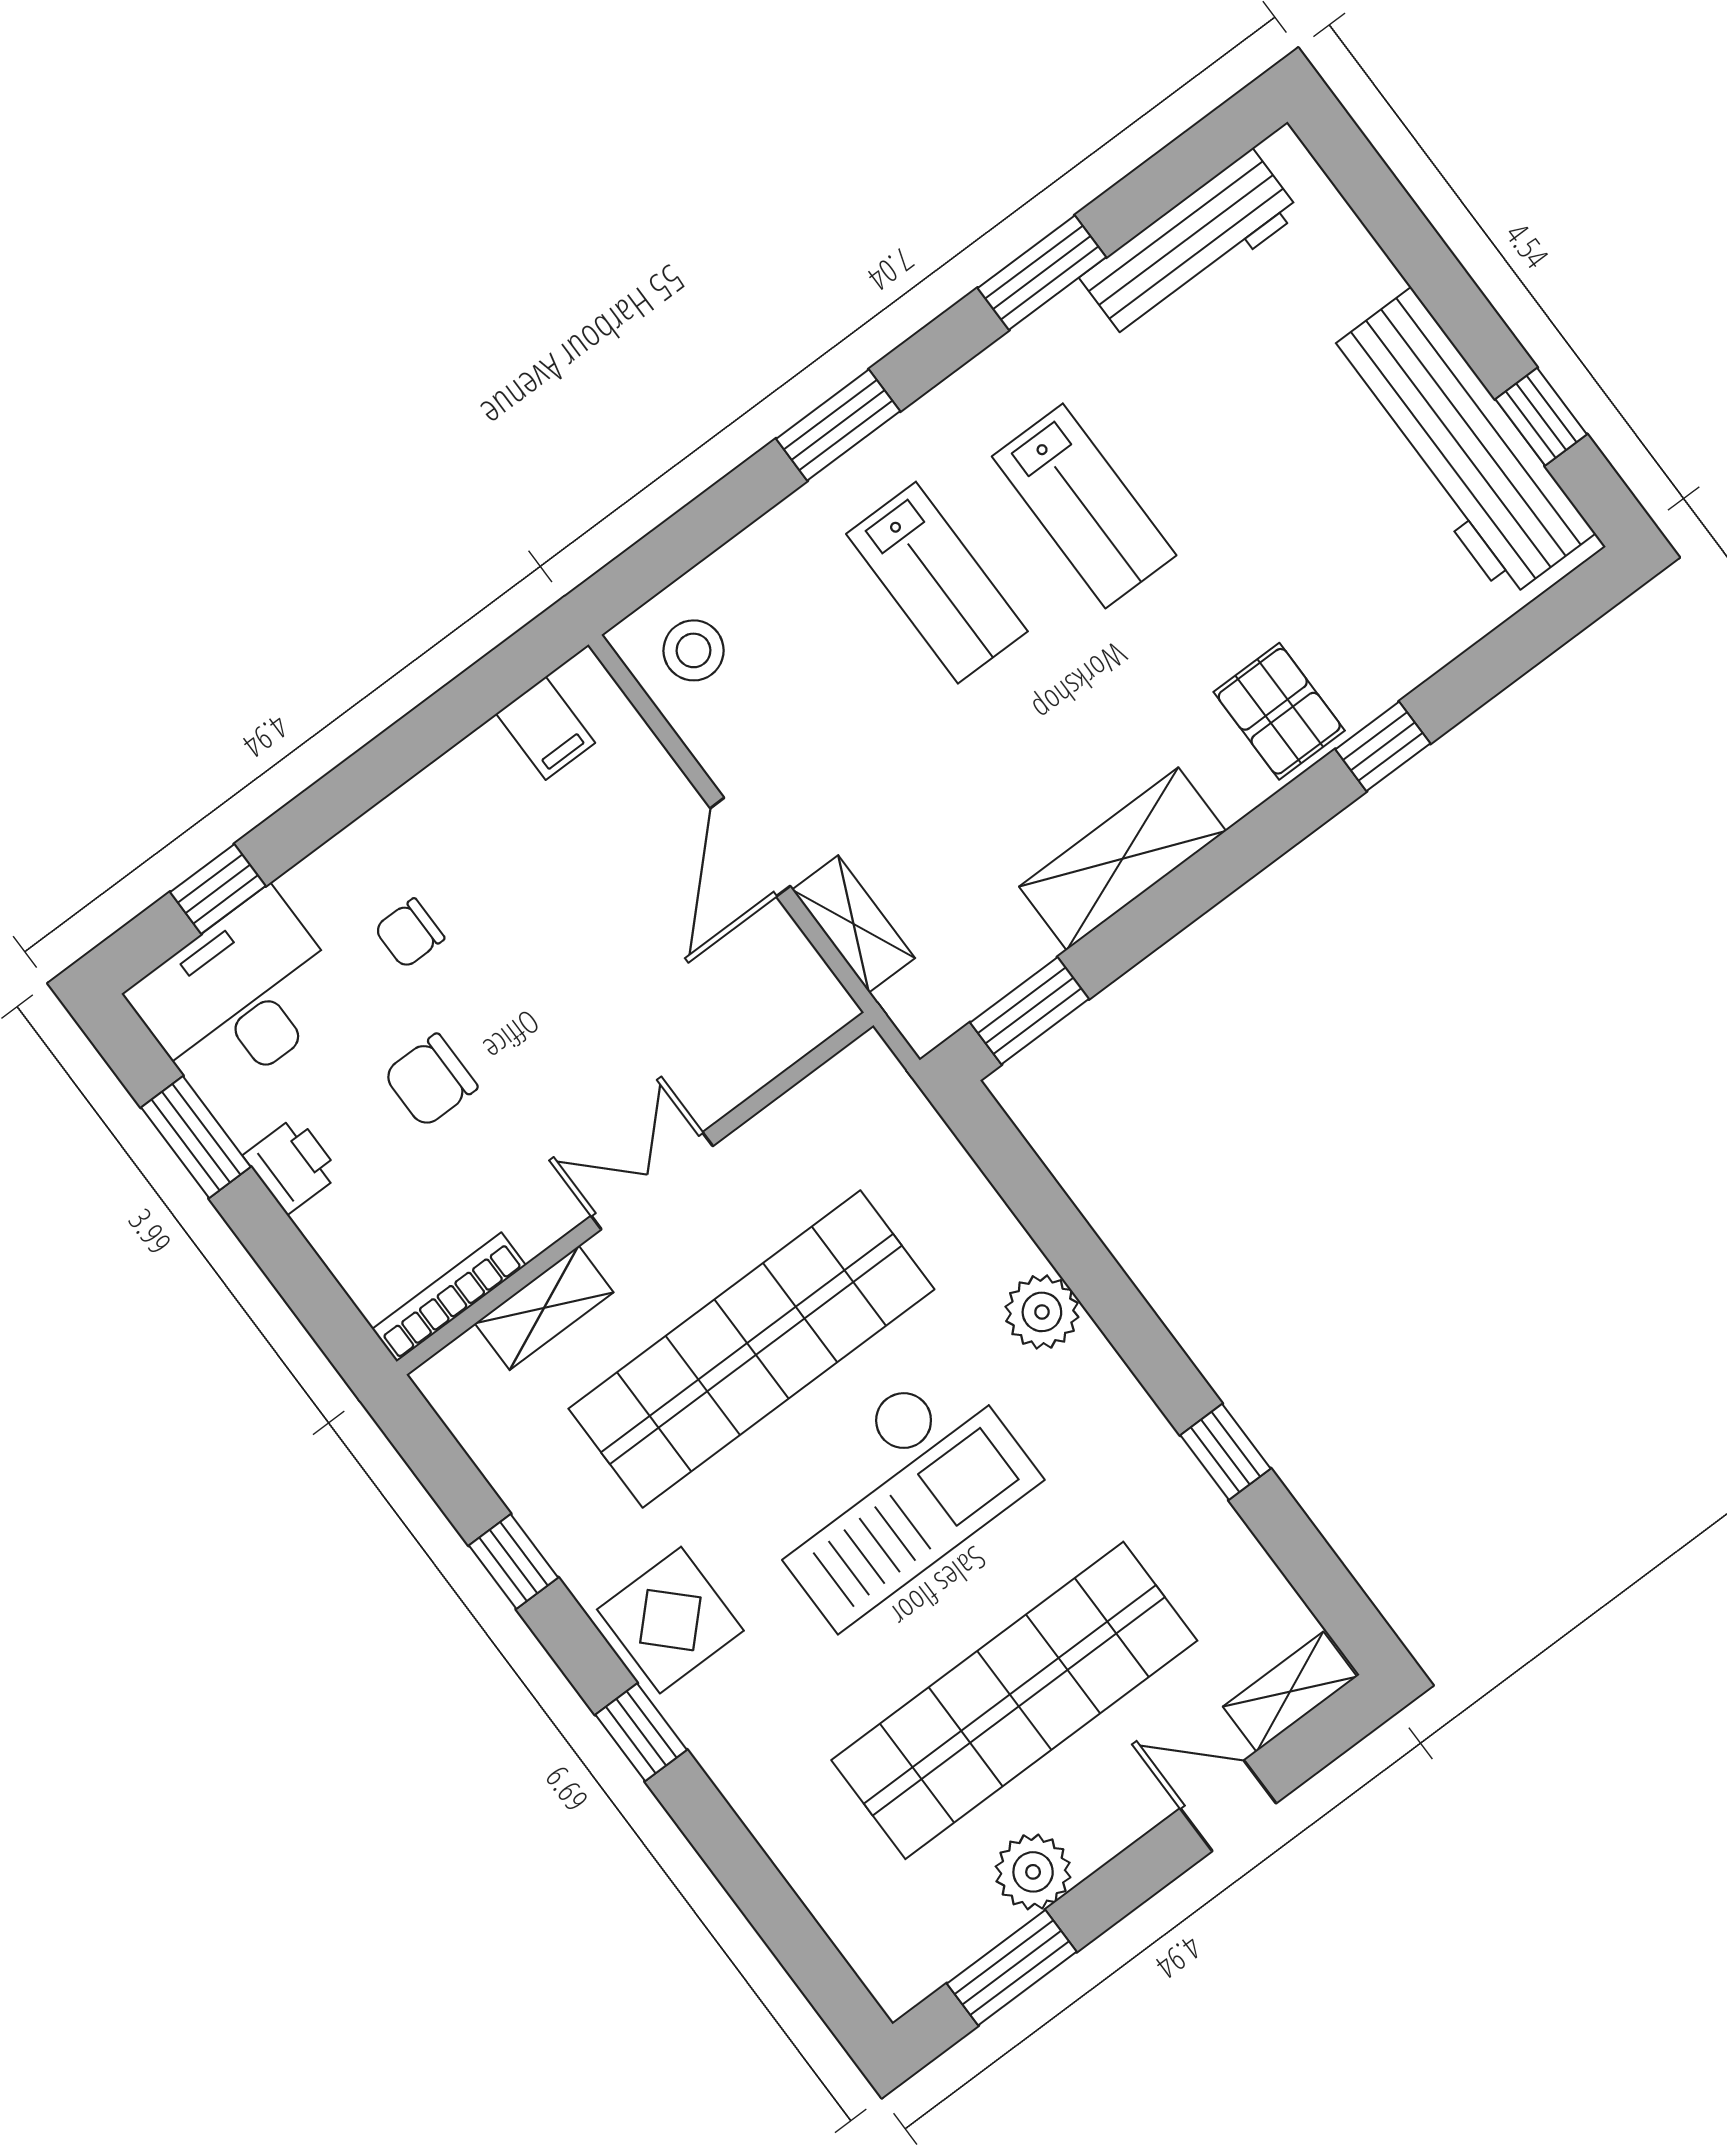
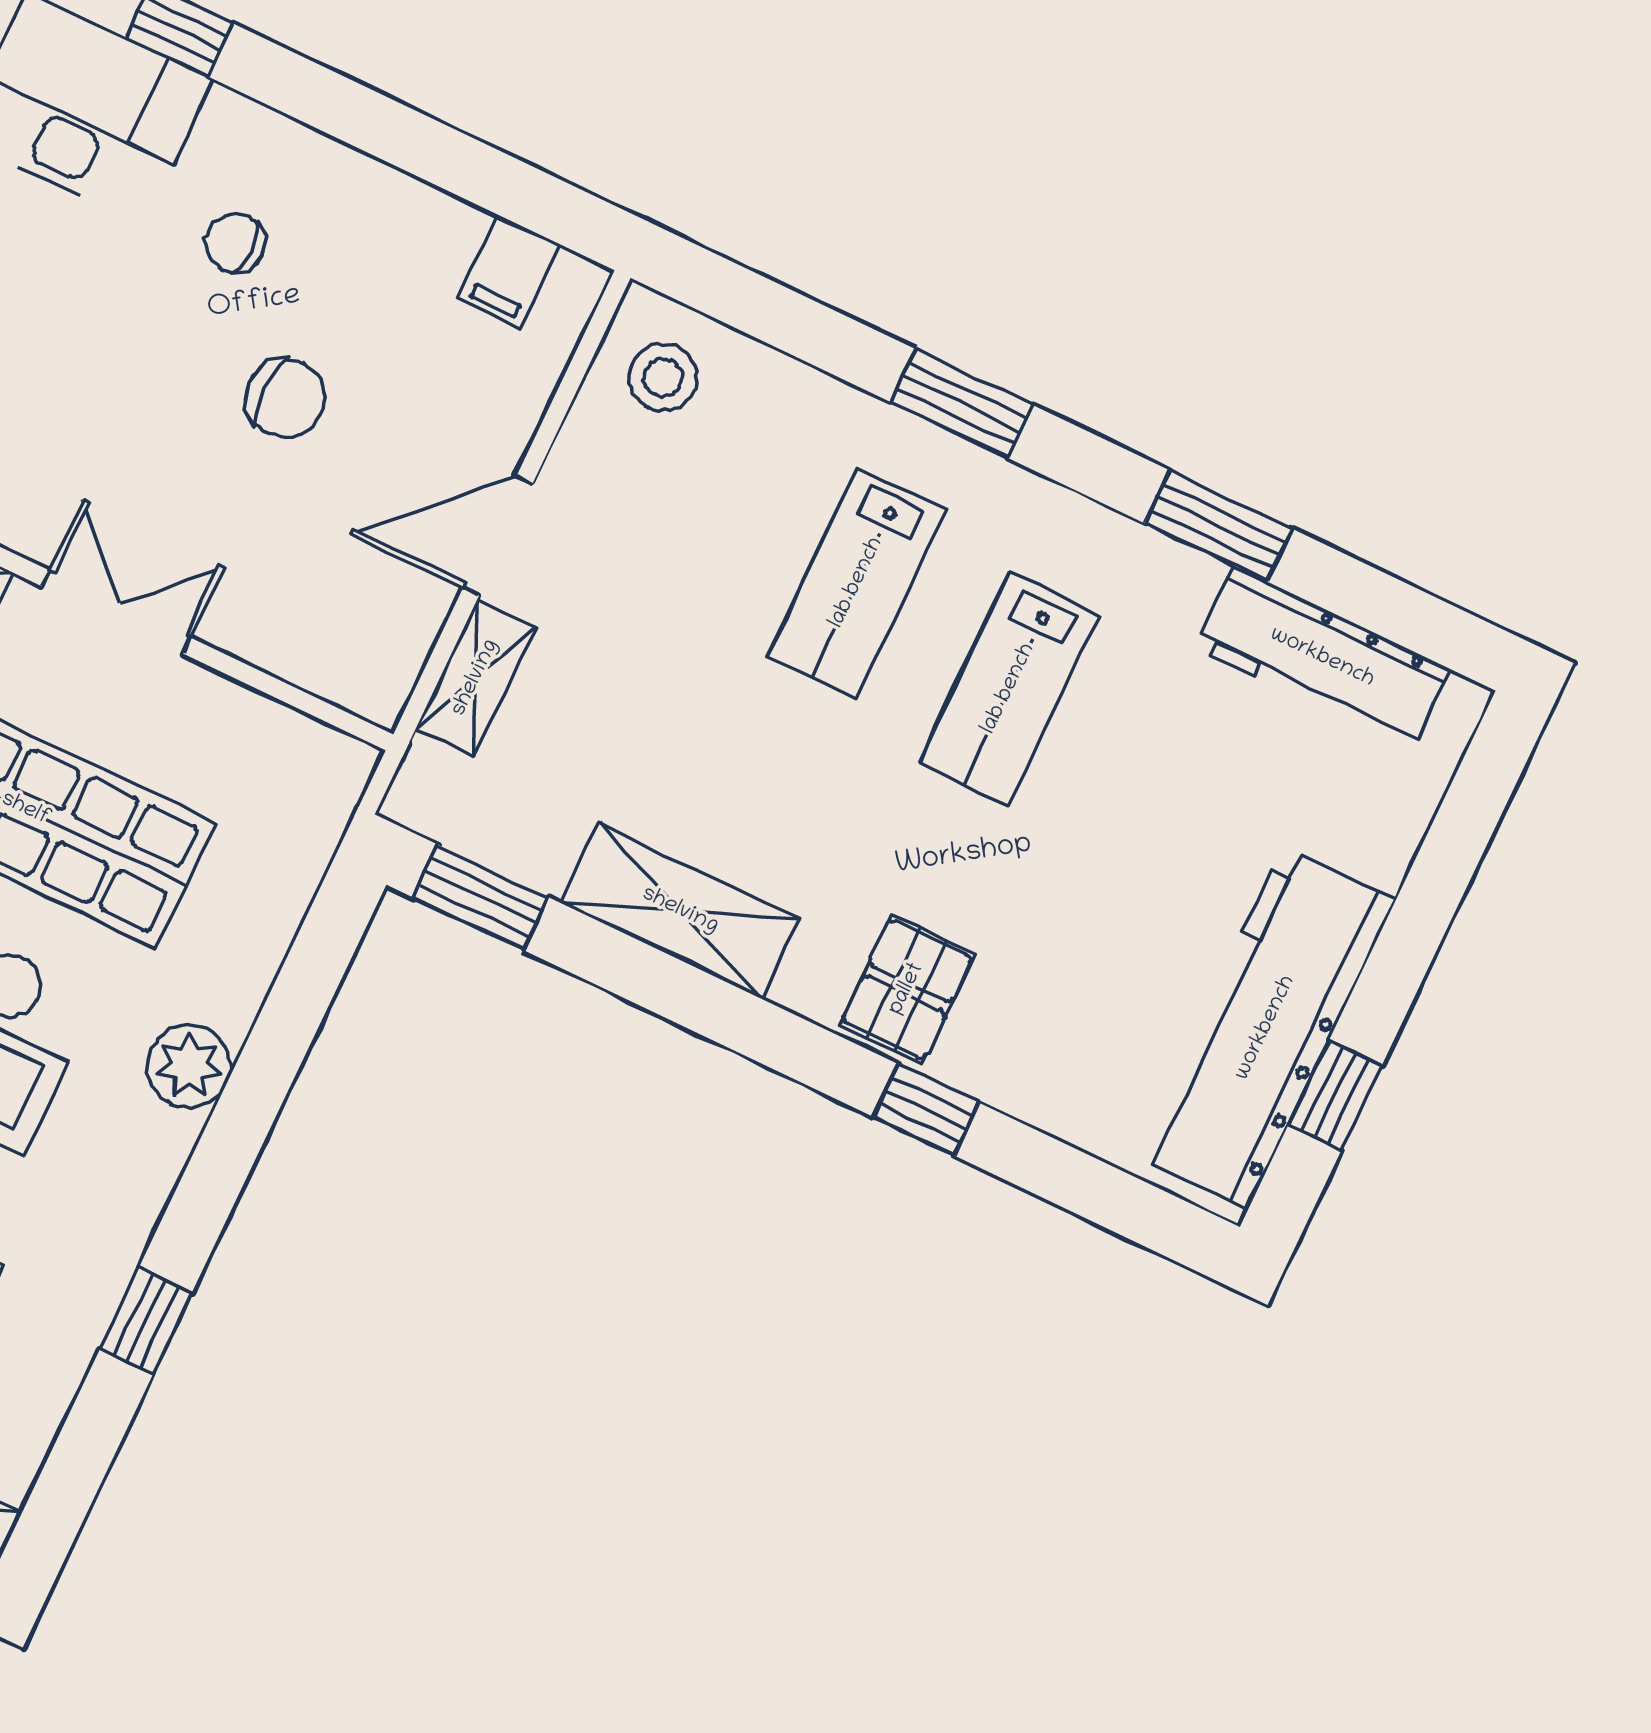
chair: (430, 1081) -> (286, 398), moved, turned 180

